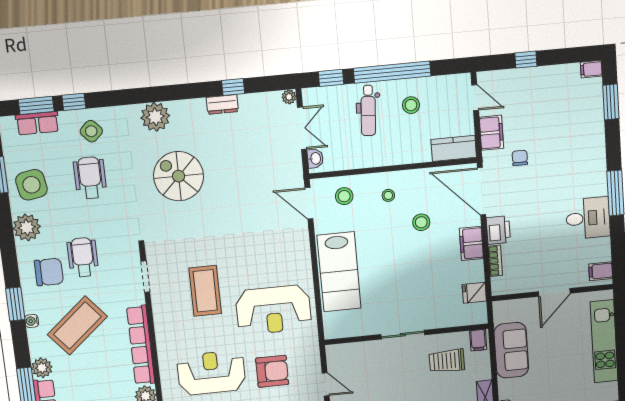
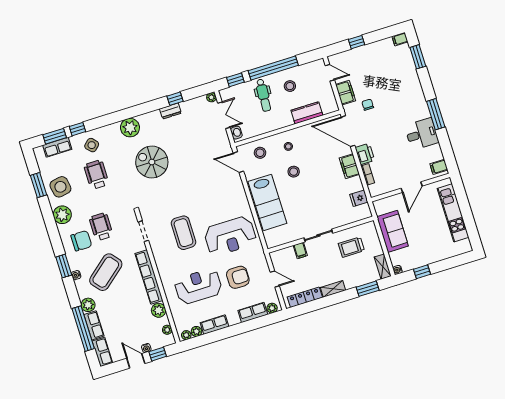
kitchen counter: (454, 148) -> (307, 113), moved
stool: (421, 222) -> (294, 172), moved
filing cabinet: (478, 340) -> (300, 250), moved

